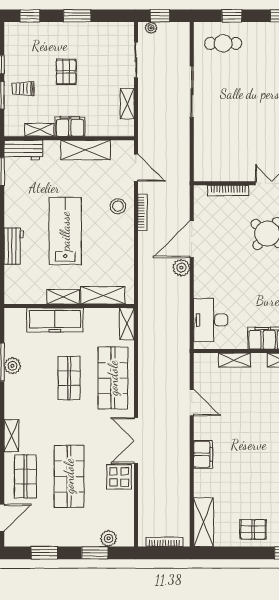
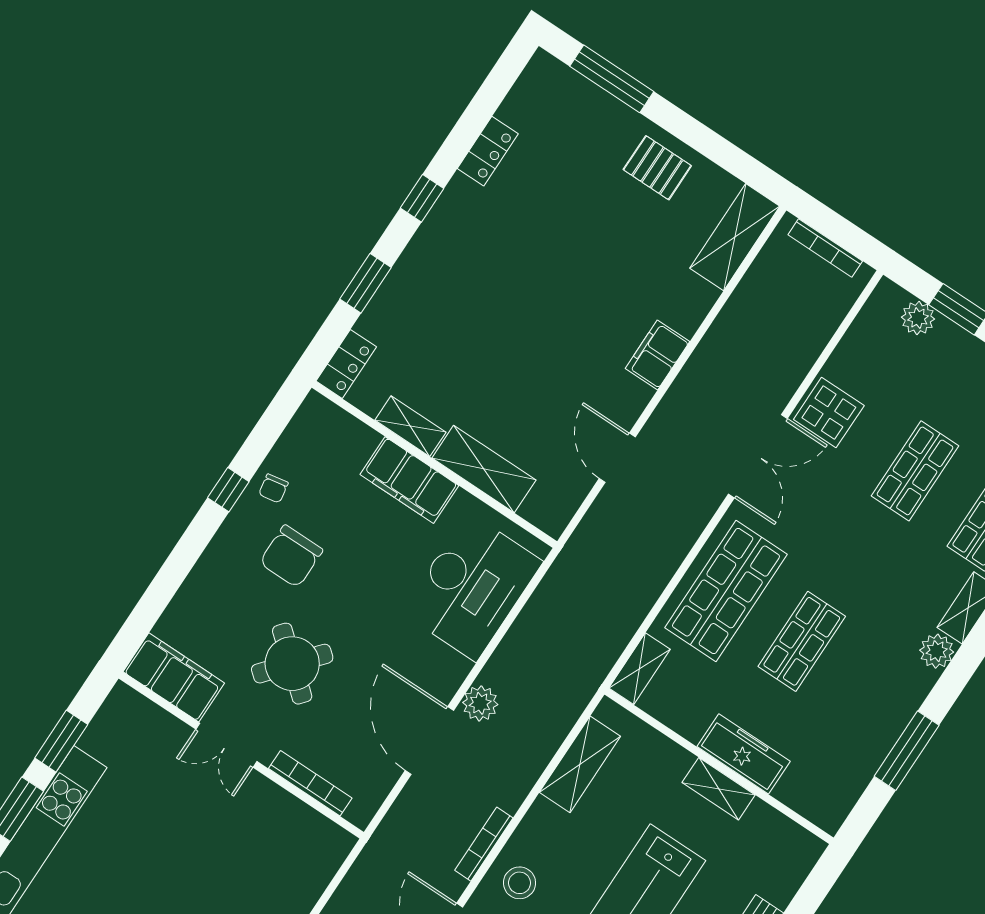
door: (192, 239) -> (429, 741), swing flipped
shelving: (103, 295) -> (580, 764), moved, turned 90
freezer: (55, 320) -> (744, 754), width x0.73, depth x0.79
desk: (211, 320) -> (472, 587), width x1.36, depth x1.30
shelving: (234, 360) -> (484, 469), width x1.50, depth x1.33
plant: (12, 366) -> (937, 651), moved
shop shelf: (69, 476) -> (915, 471), width x0.70, depth x0.74

